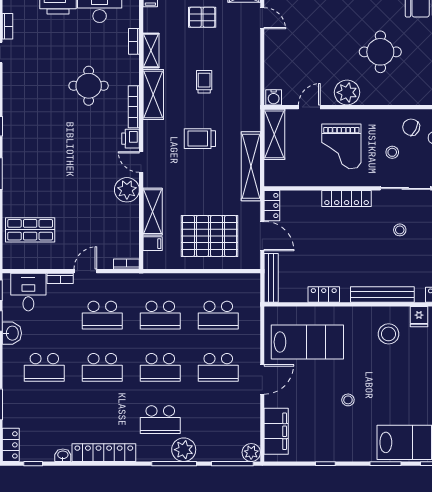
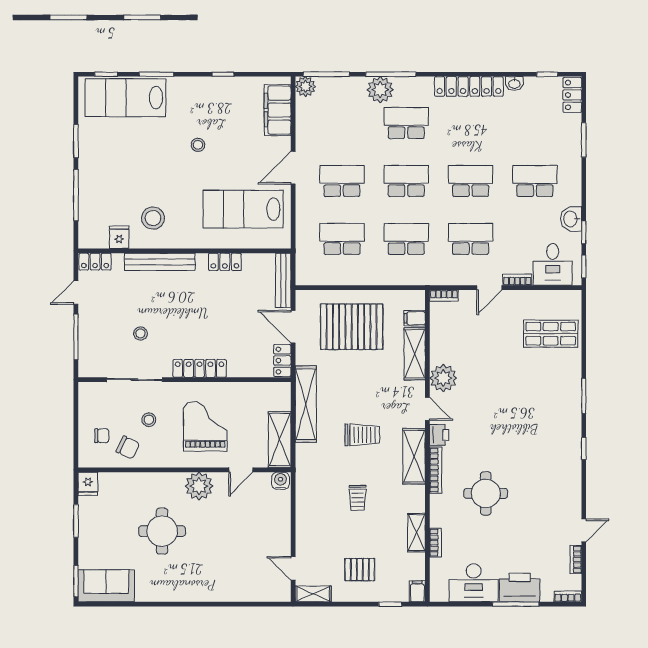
shelving: (153, 94) -> (414, 456), moved

